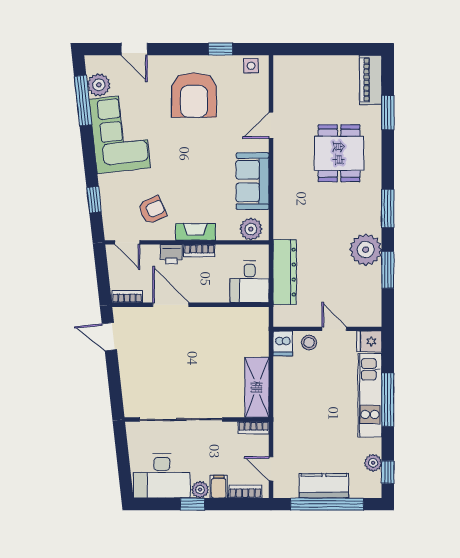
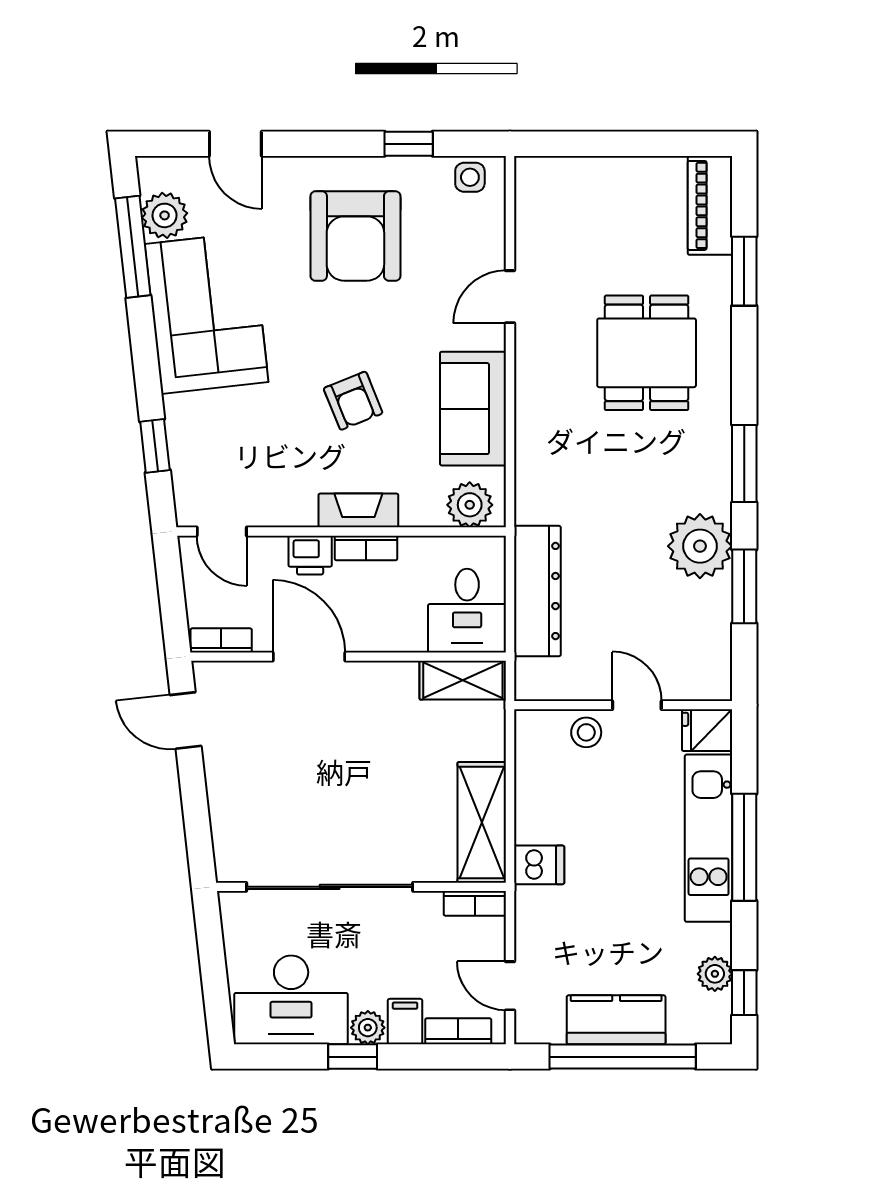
armchair: (152, 210) -> (353, 401), moved, turned 92
shelving: (247, 316) -> (463, 680), added
dishwasher: (283, 343) -> (539, 865), moved, turned -90

